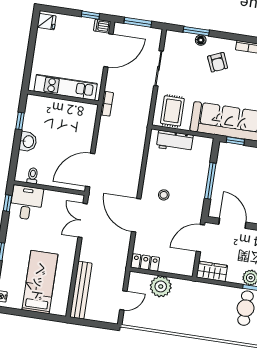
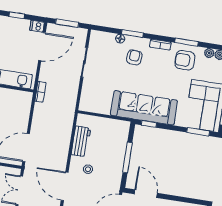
window: (90, 15) -> (17, 15), moved
window: (196, 31) -> (132, 34), moved
armchair: (218, 62) -> (134, 57), turned -153
rug: (172, 111) -> (96, 98), removed
workbench: (175, 141) -> (81, 141), moved, turned -90

